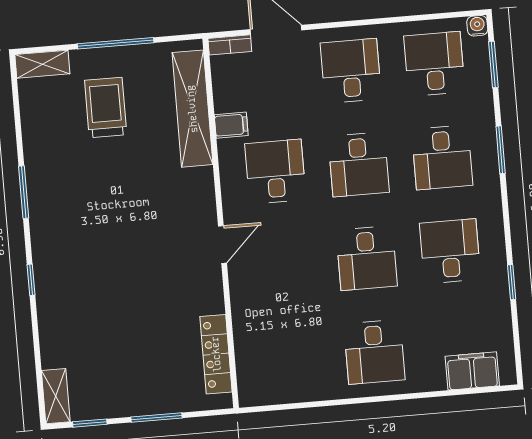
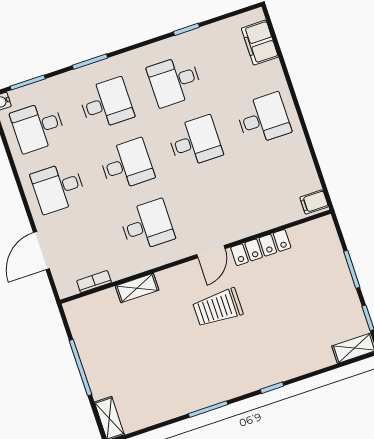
bookcase: (230, 45) -> (94, 282), moved, turned -90
trolley: (106, 108) -> (218, 308), moved
shelving: (192, 109) -> (137, 288), width x0.45, depth x0.75
filing cabinet: (231, 125) -> (314, 202), moved, turned -90
desk: (275, 171) -> (147, 225), turned 180
door: (222, 244) -> (211, 252), swing flipped
locker: (216, 354) -> (261, 248), moved

